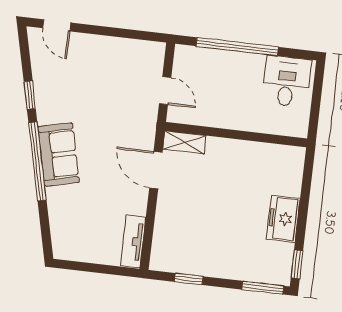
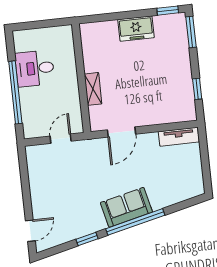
desk: (287, 81) -> (35, 68), moved
shelving: (184, 142) -> (93, 89), moved

